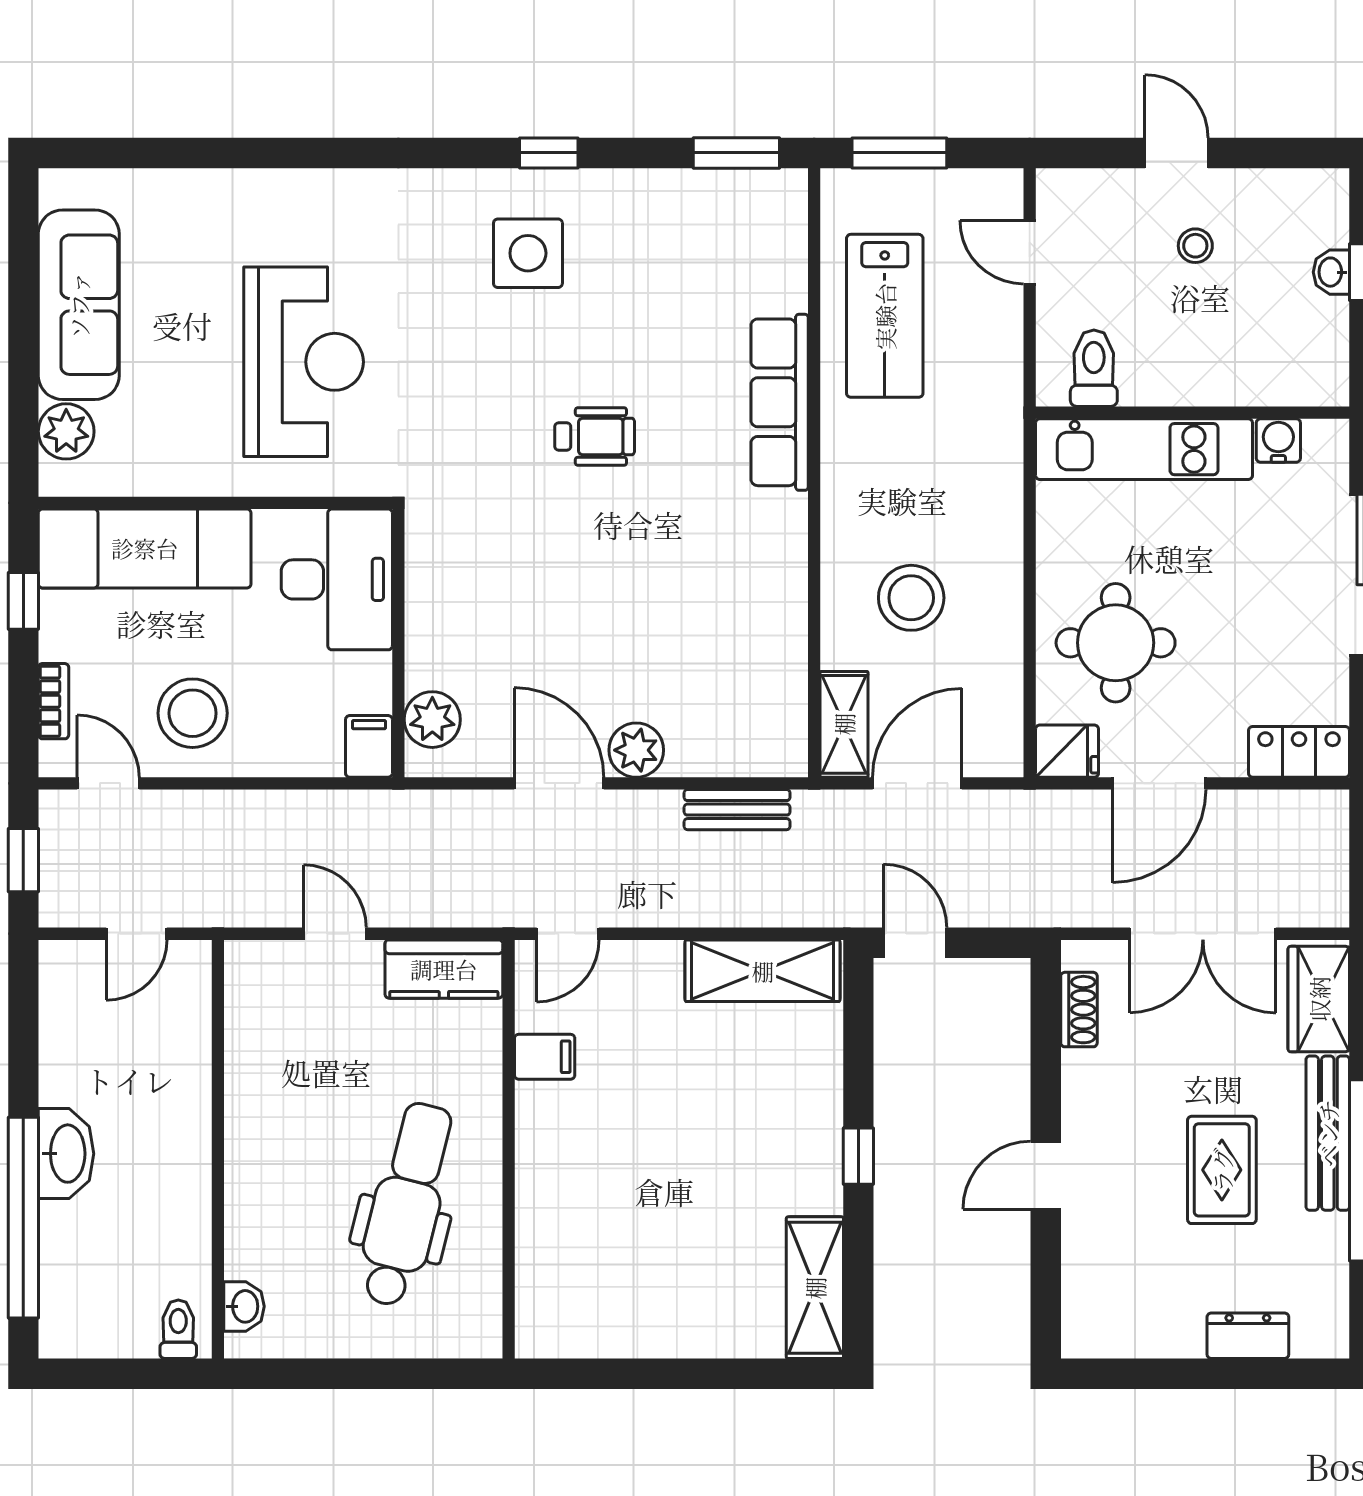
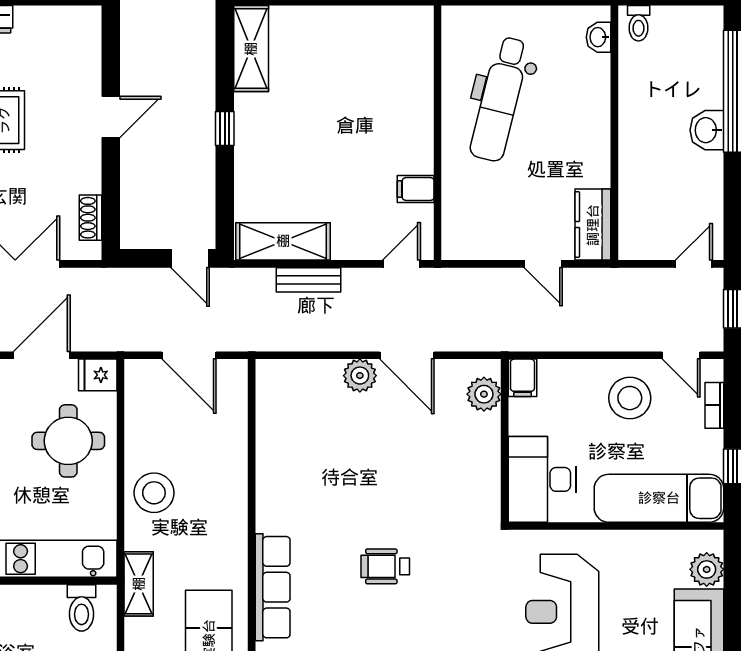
stool: (911, 598) -> (154, 493), moved
shelving: (844, 724) -> (139, 584), moved
door: (917, 783) -> (189, 355), hinge flipped
bench: (737, 810) -> (308, 280), moved
door: (136, 934) -> (694, 264), moved
kitchen counter: (444, 969) -> (593, 225), moved, turned -90
washbasin: (66, 1154) -> (707, 130), width x0.72

